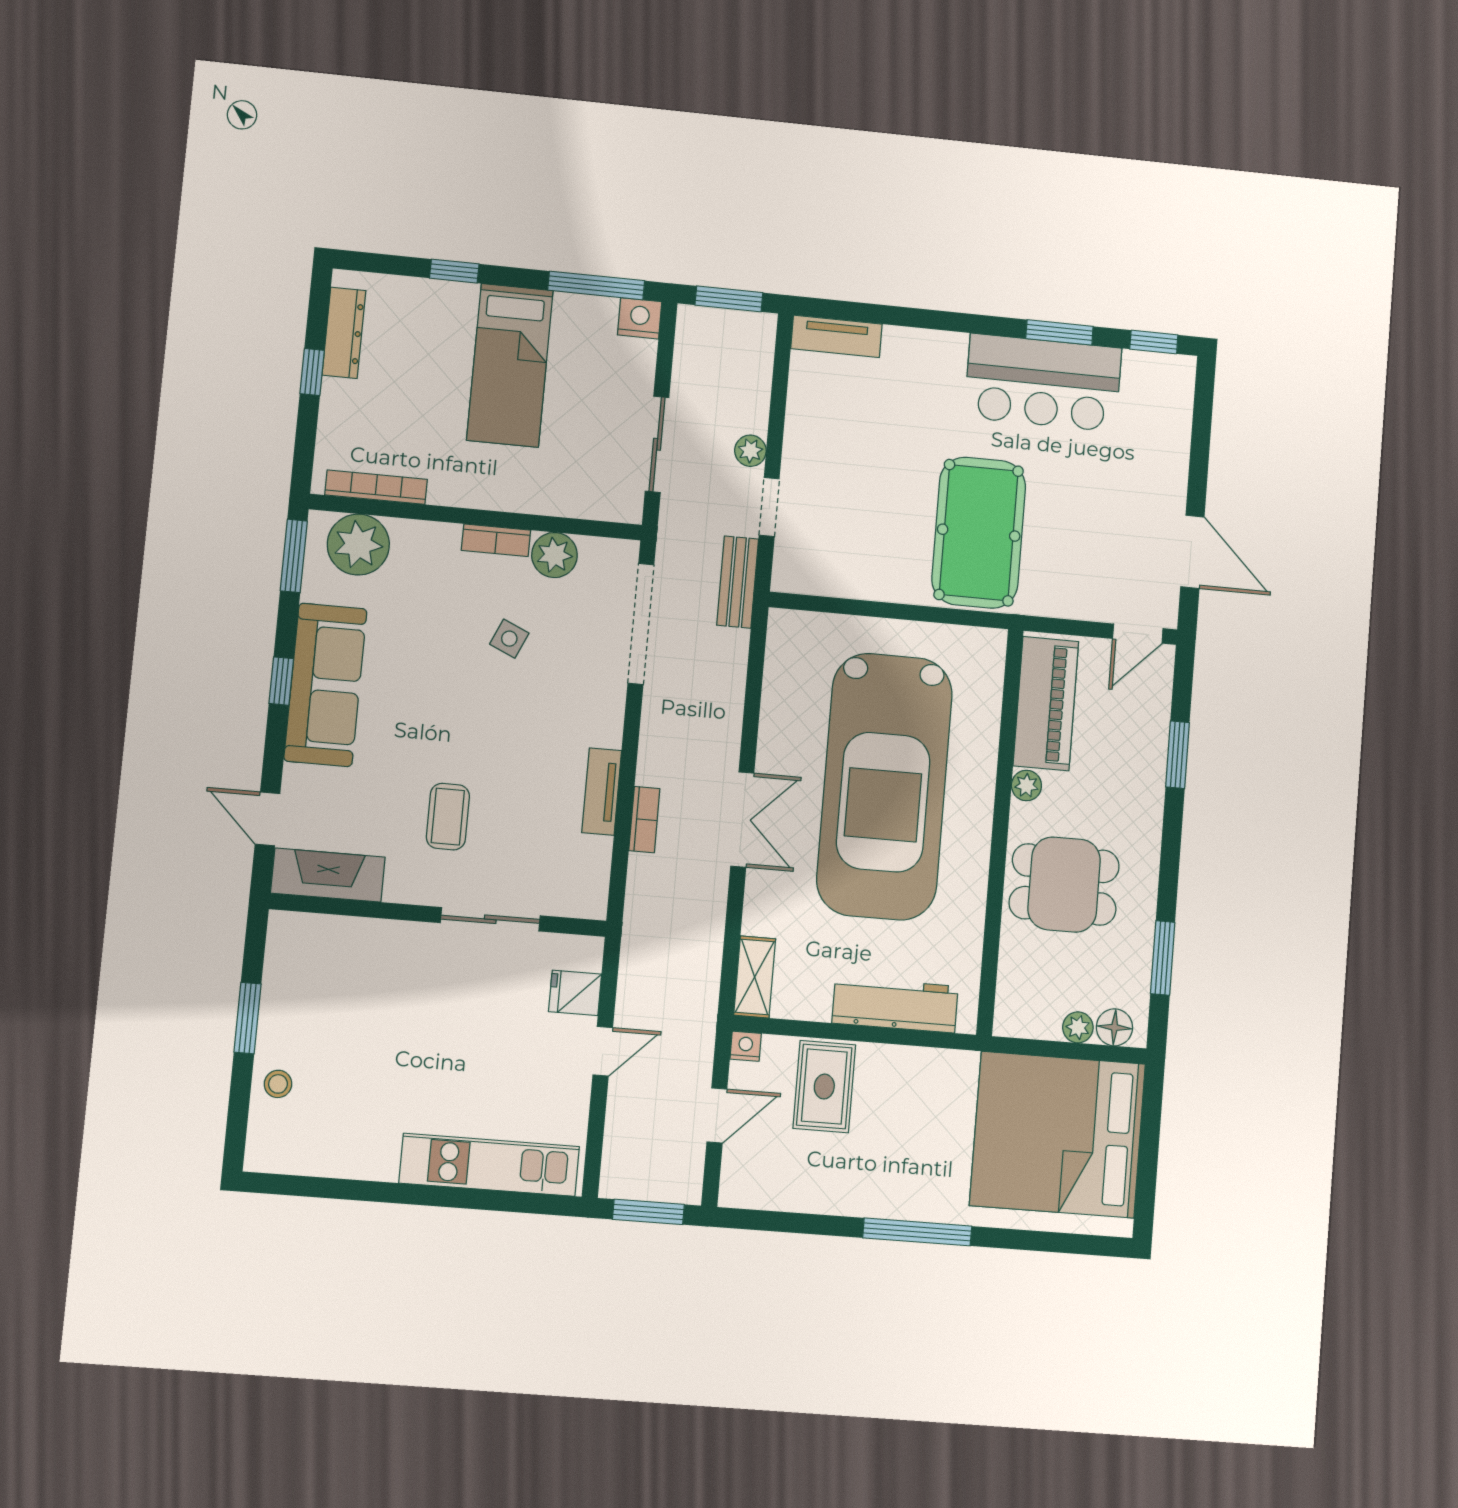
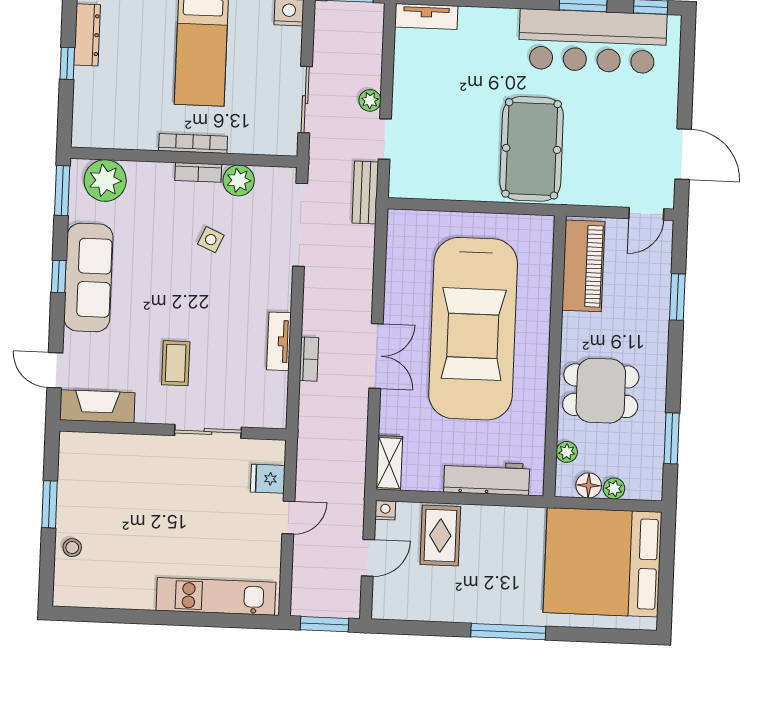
bar counter: (1043, 383) -> (592, 41), width x1.36
bookcase: (376, 487) -> (193, 143), moved
plant: (1026, 786) -> (567, 452), moved
floor lamp: (1114, 1027) -> (589, 485), moved

